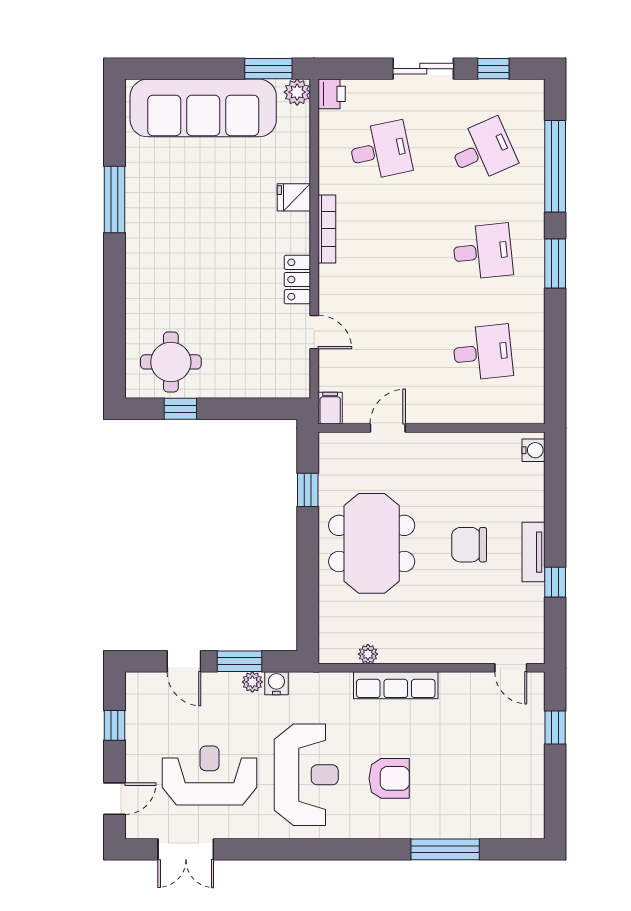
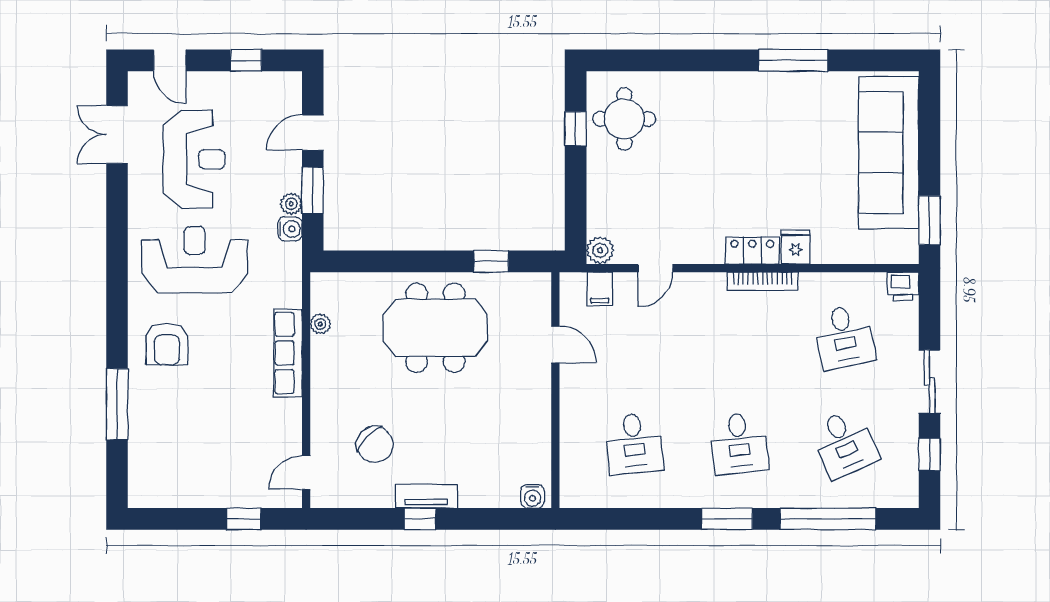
plant: (297, 92) -> (600, 250), moved
locker: (297, 280) -> (752, 251), moved
filing cabinet: (330, 408) -> (600, 289), moved, turned 90
chair: (469, 545) -> (375, 444), moved, turned 134
window: (555, 582) -> (420, 519), moved
reception desk: (306, 775) -> (195, 260), turned 180
armchair: (389, 778) -> (167, 344), moved

